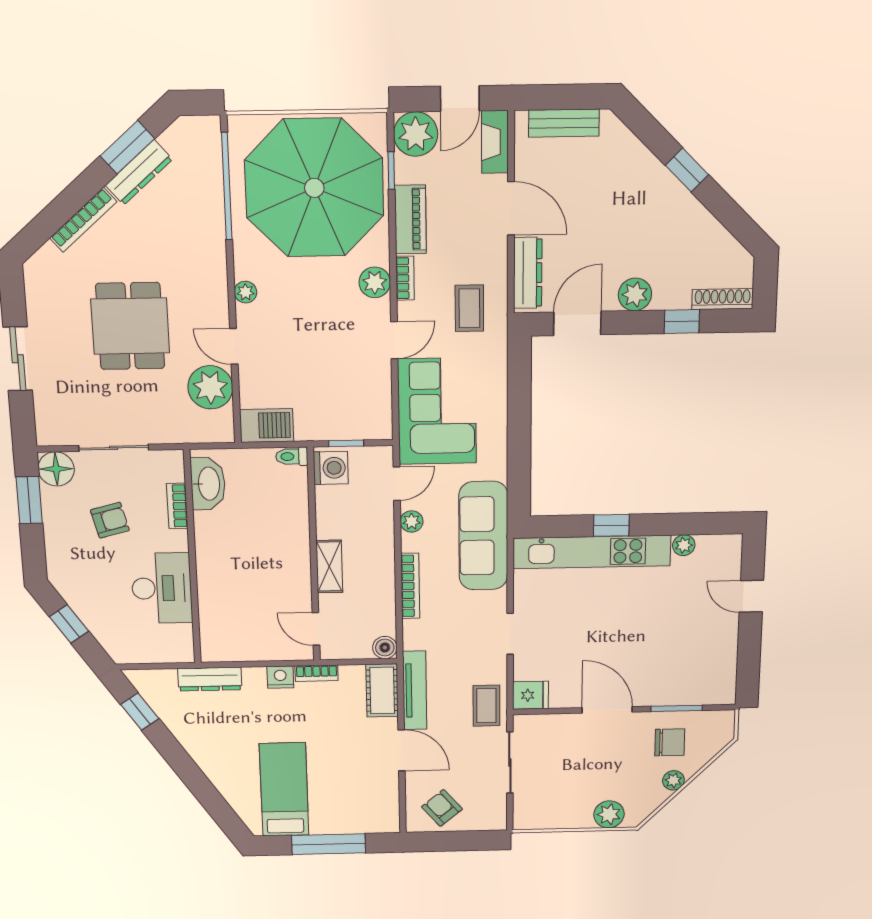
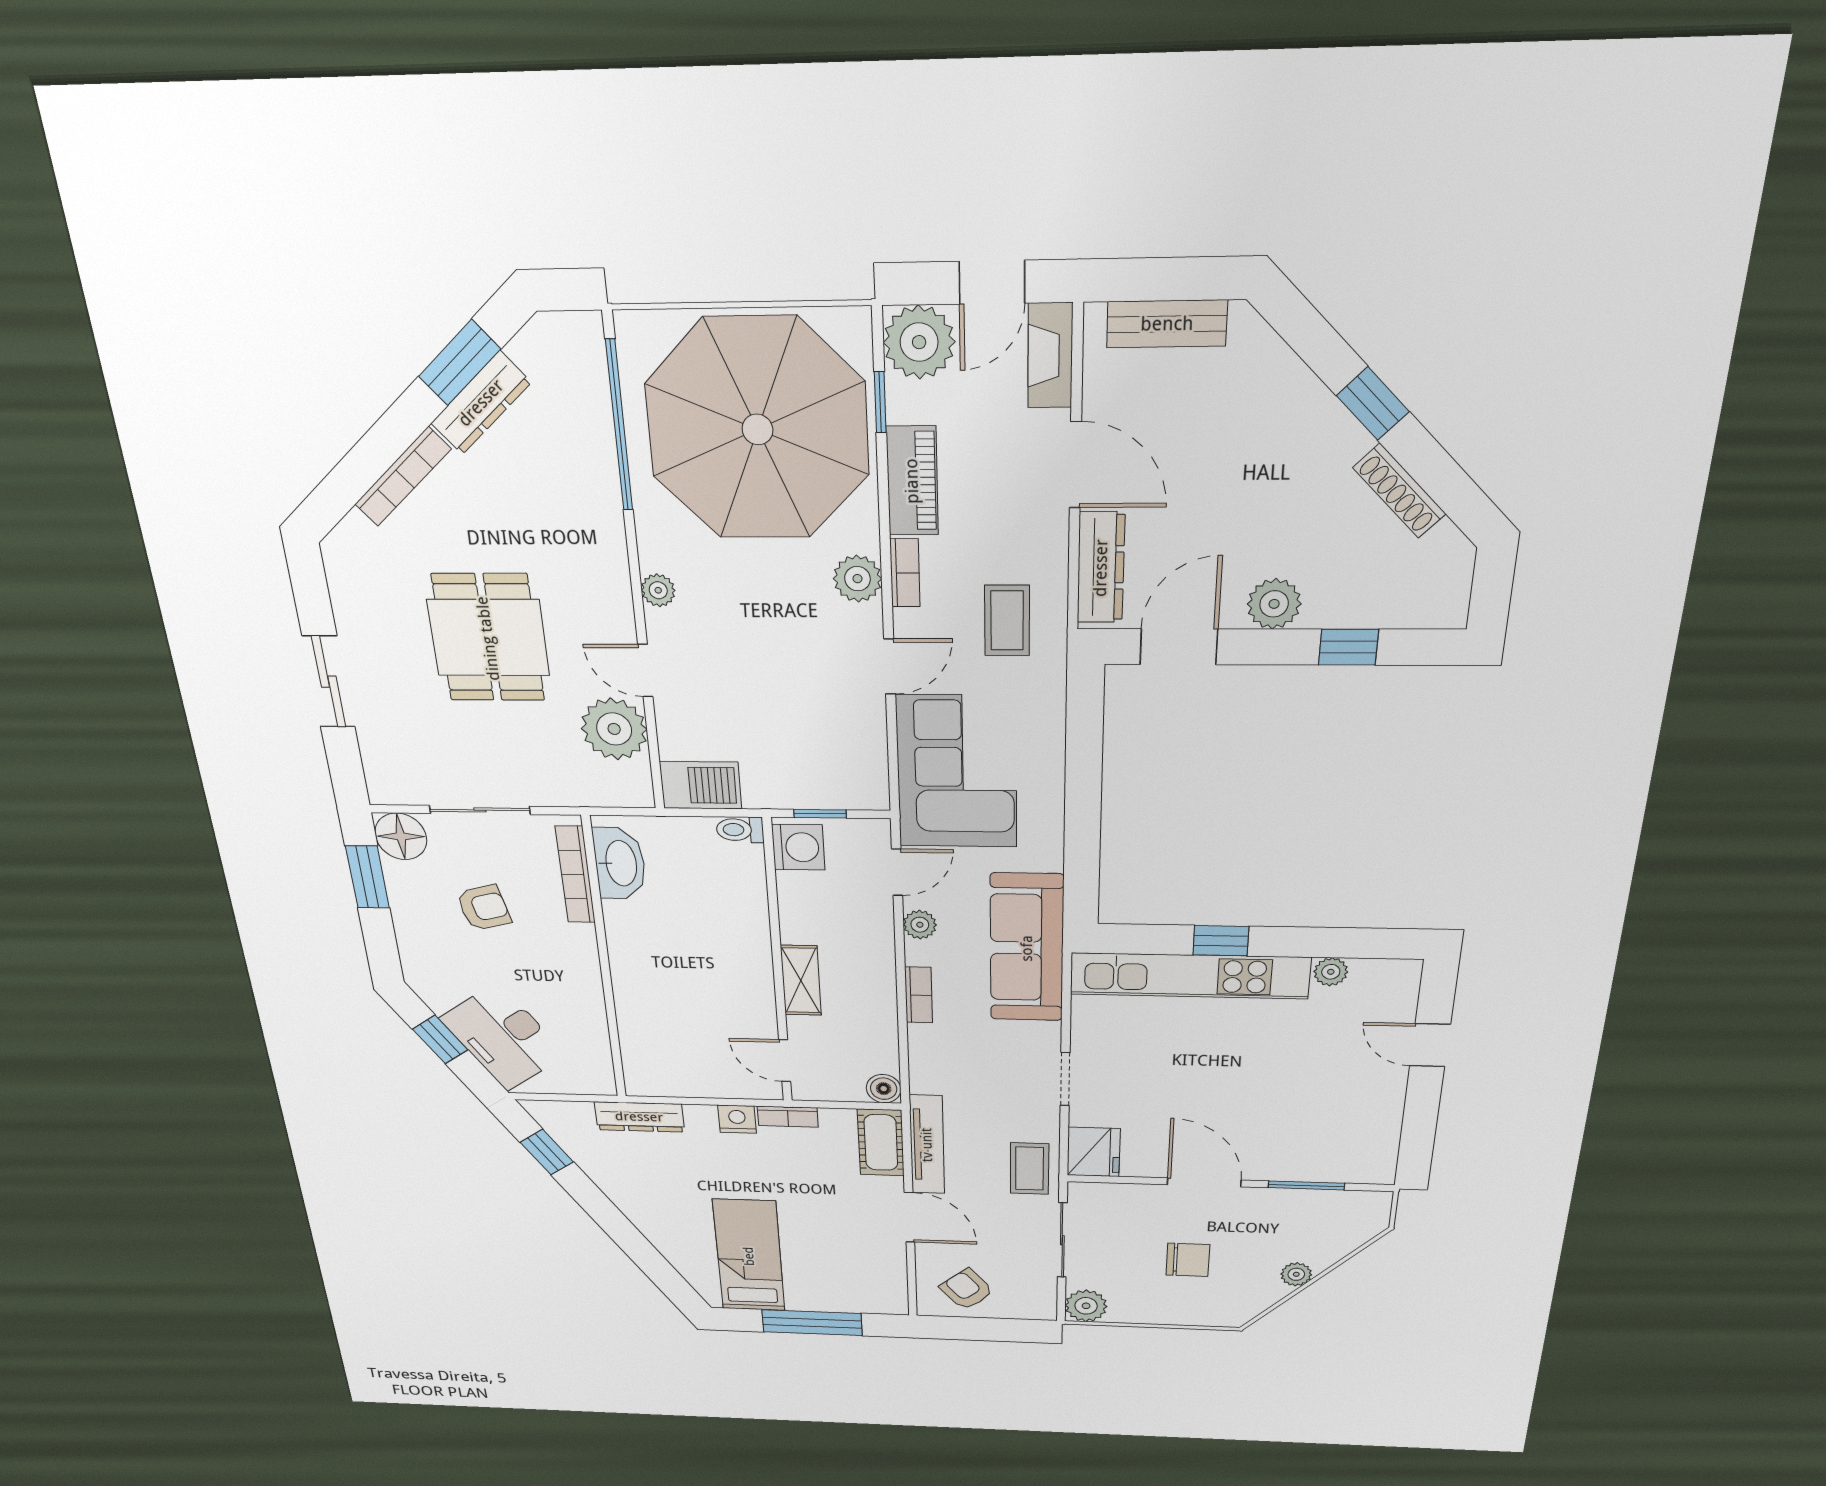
shoe rack: (722, 299) -> (1399, 491), moved, turned -135
bookcase: (177, 506) -> (575, 875), width x1.56
bookcase: (410, 586) -> (919, 995), width x0.64
desk: (162, 588) -> (503, 1037), moved, turned 146
fridge: (531, 695) -> (1094, 1152), width x1.38
chair: (670, 742) -> (1188, 1260), moved
plant: (609, 814) -> (1086, 1306), moved

